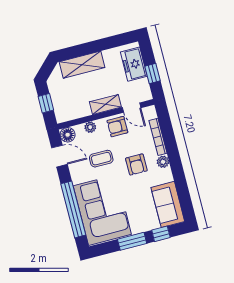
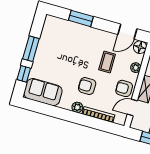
armchair: (117, 127) -> (124, 88), turned -90
window: (73, 209) -> (81, 18), width x0.47
corner sofa: (102, 210) -> (68, 40), removed

